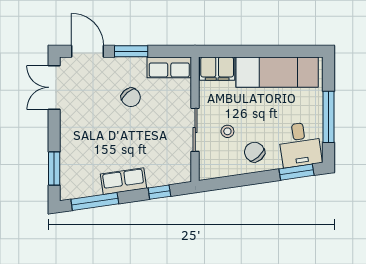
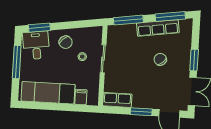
filing cabinet: (217, 69) -> (81, 97), width x0.50
chair: (131, 97) -> (160, 59), moved
window: (54, 169) -> (194, 60), moved
row of seats: (123, 181) -> (158, 28), width x1.48
window: (159, 192) -> (128, 20), width x2.17

